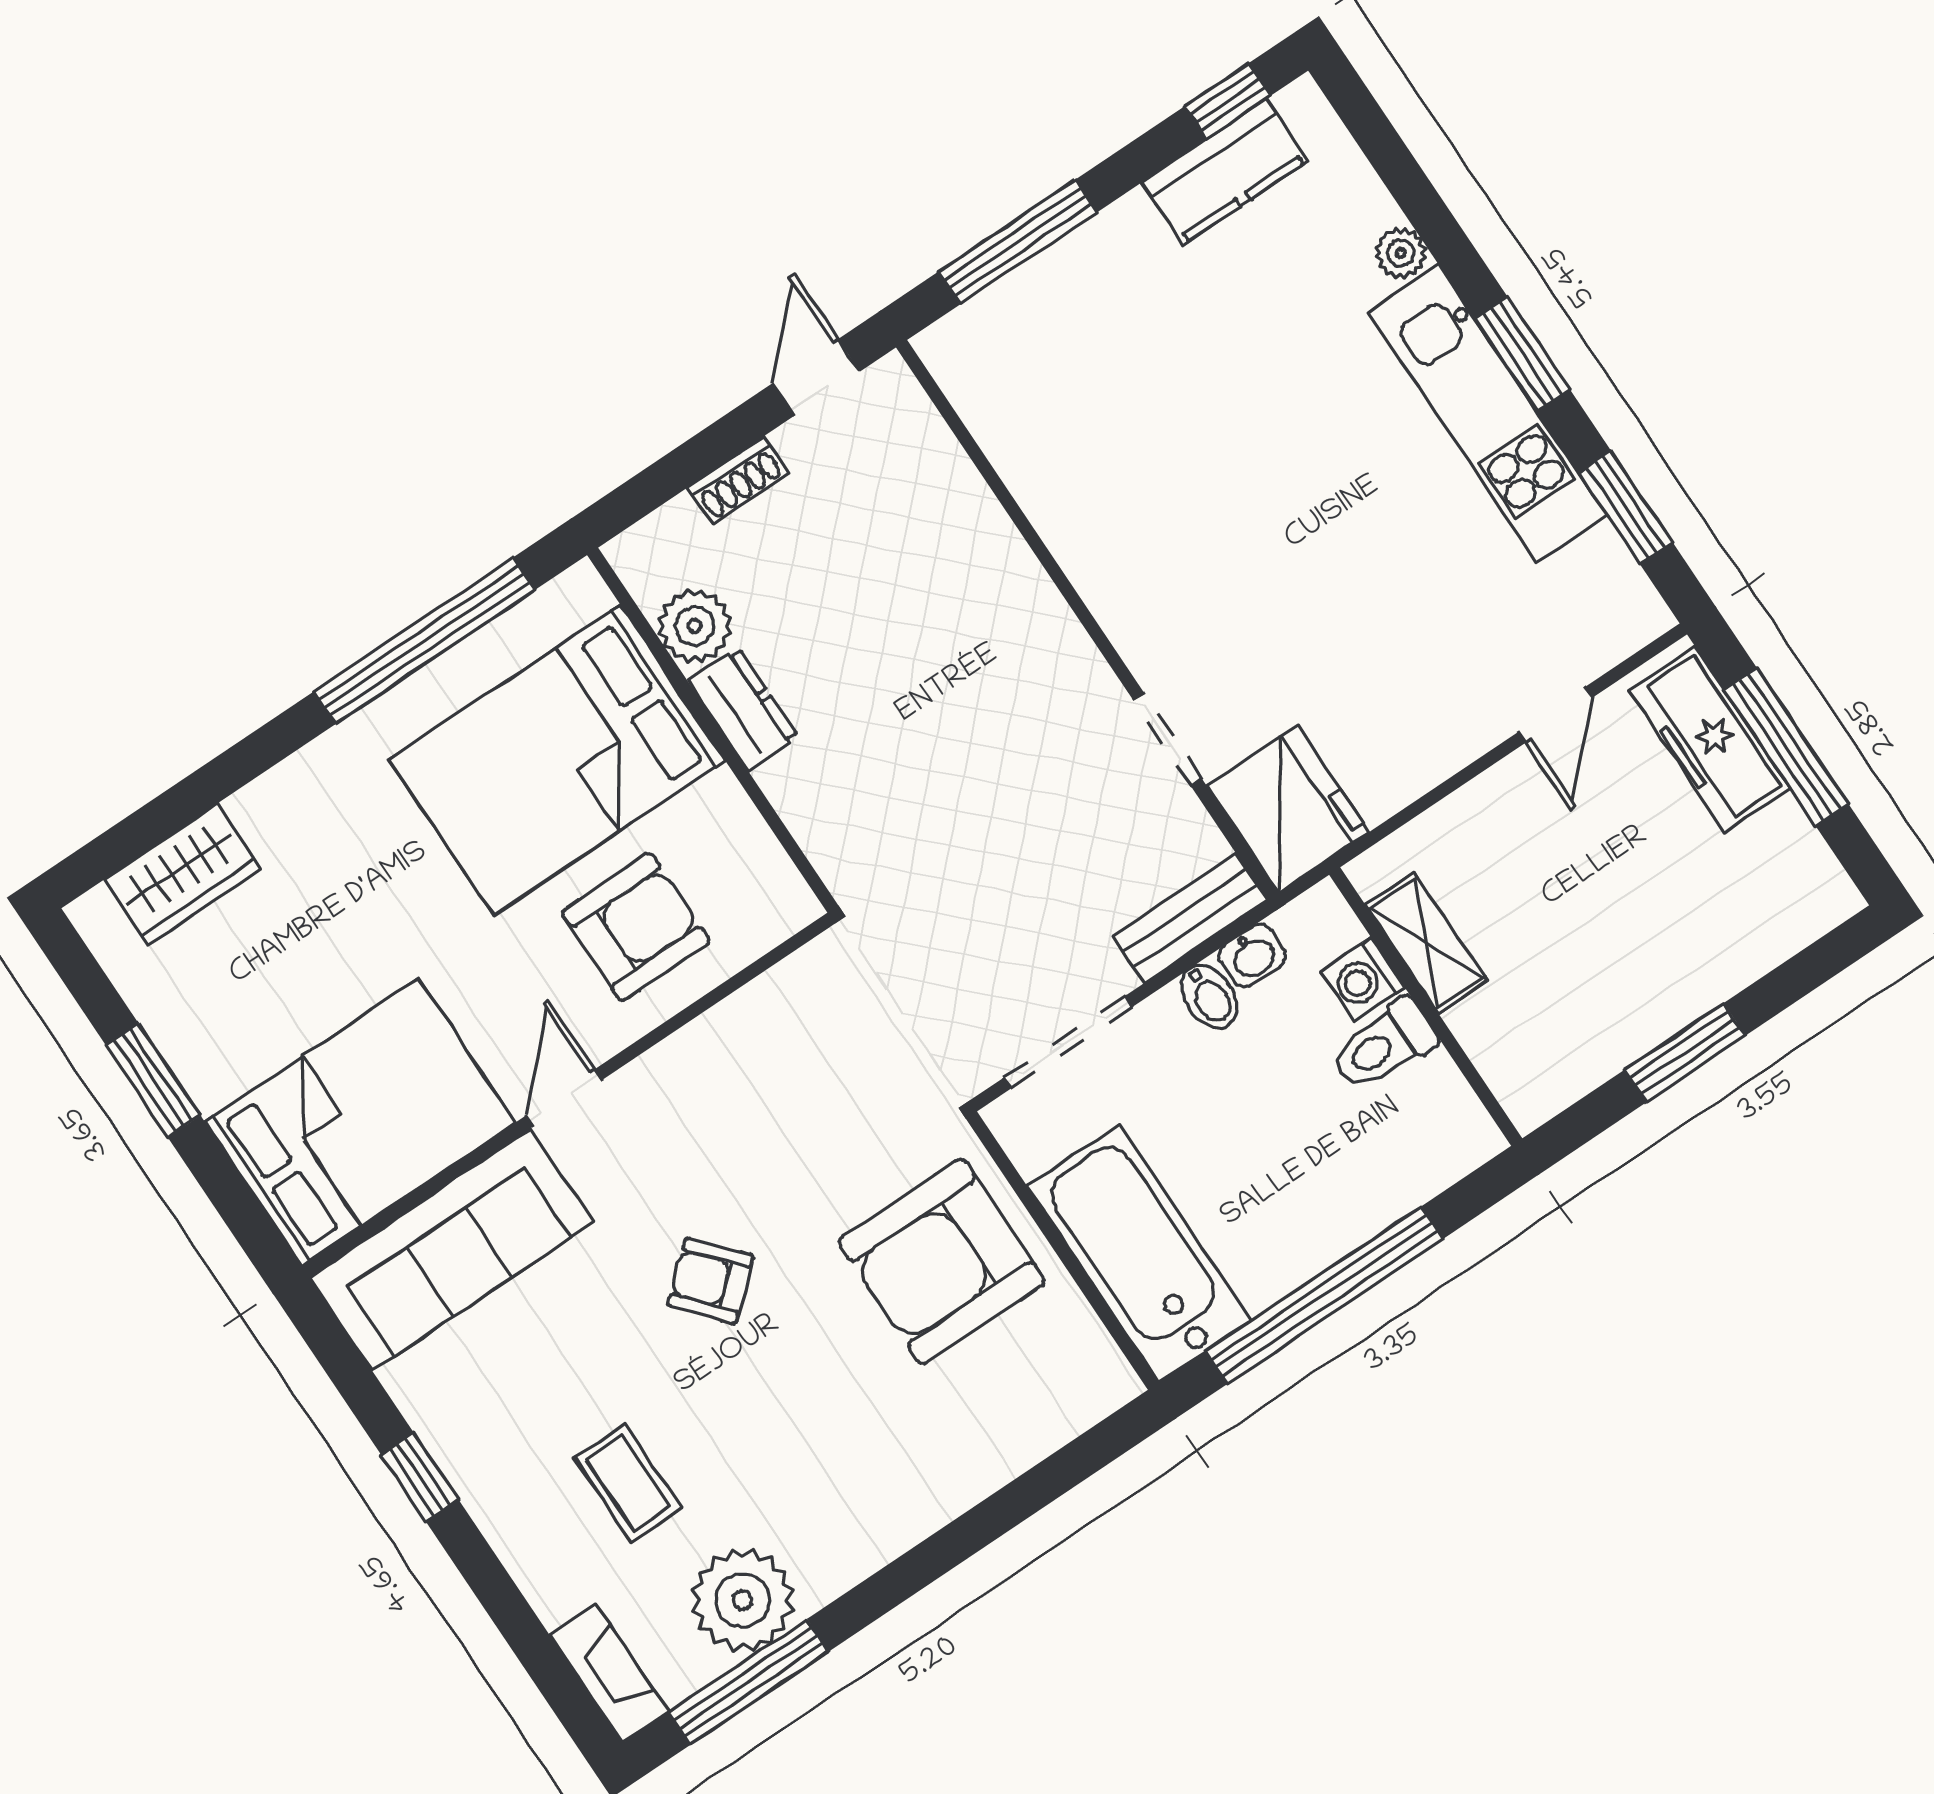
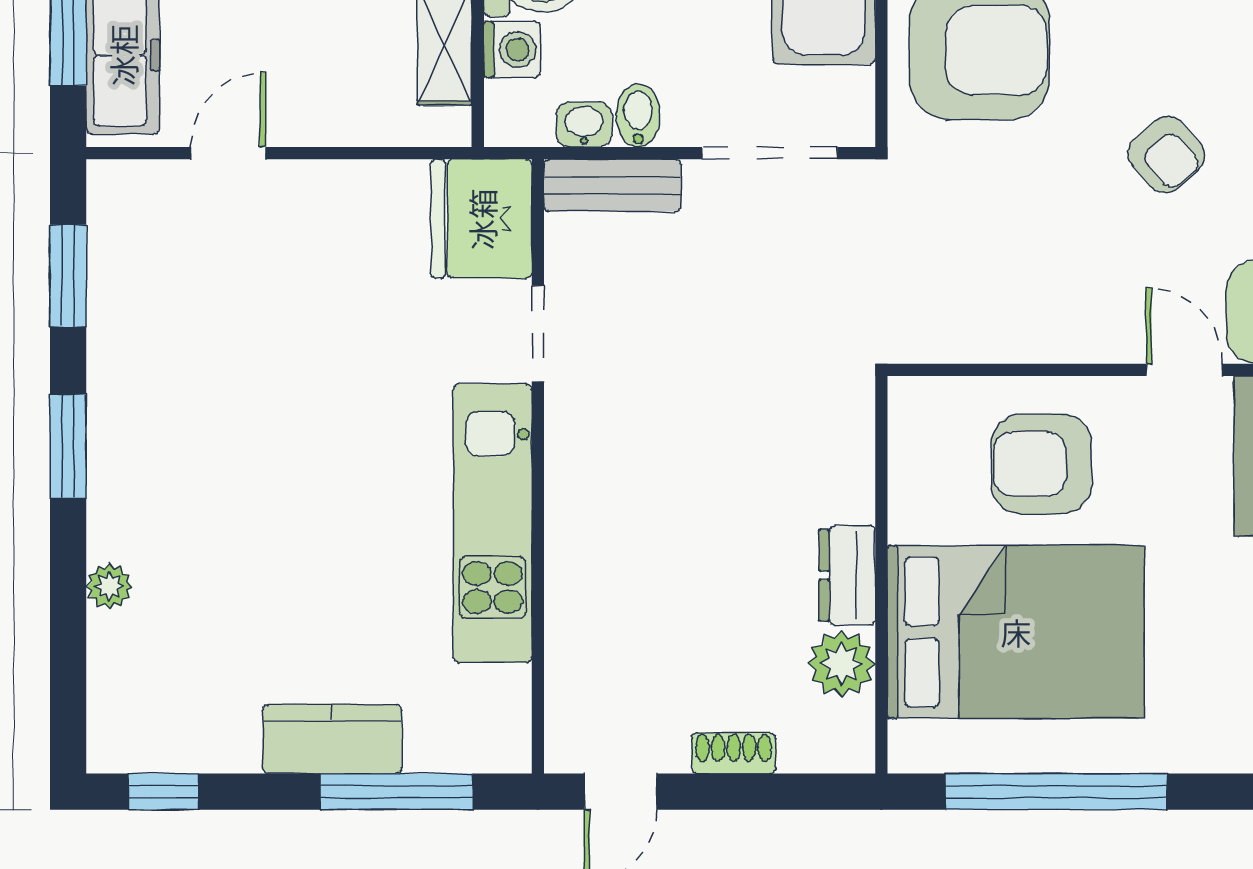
kitchen counter: (1225, 172) -> (332, 739), moved
kitchen unit: (1487, 413) -> (493, 523), moved, turned 180
door: (564, 1098) -> (1184, 370), swing flipped

